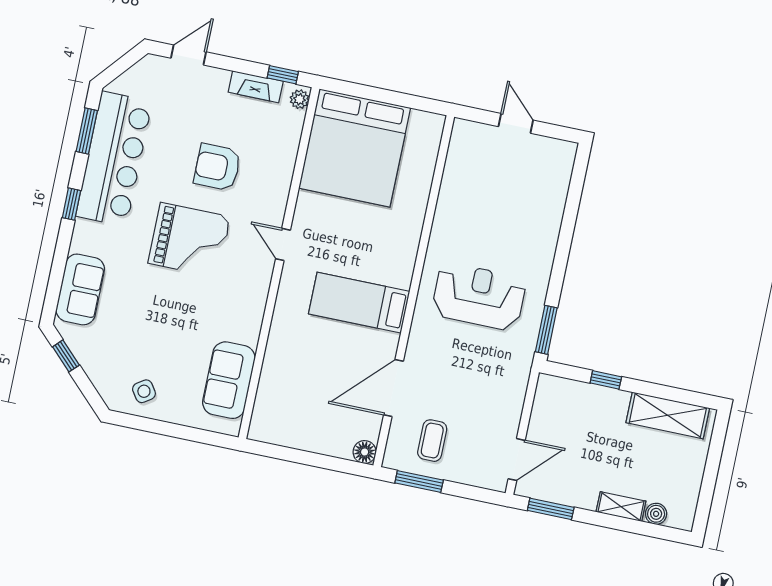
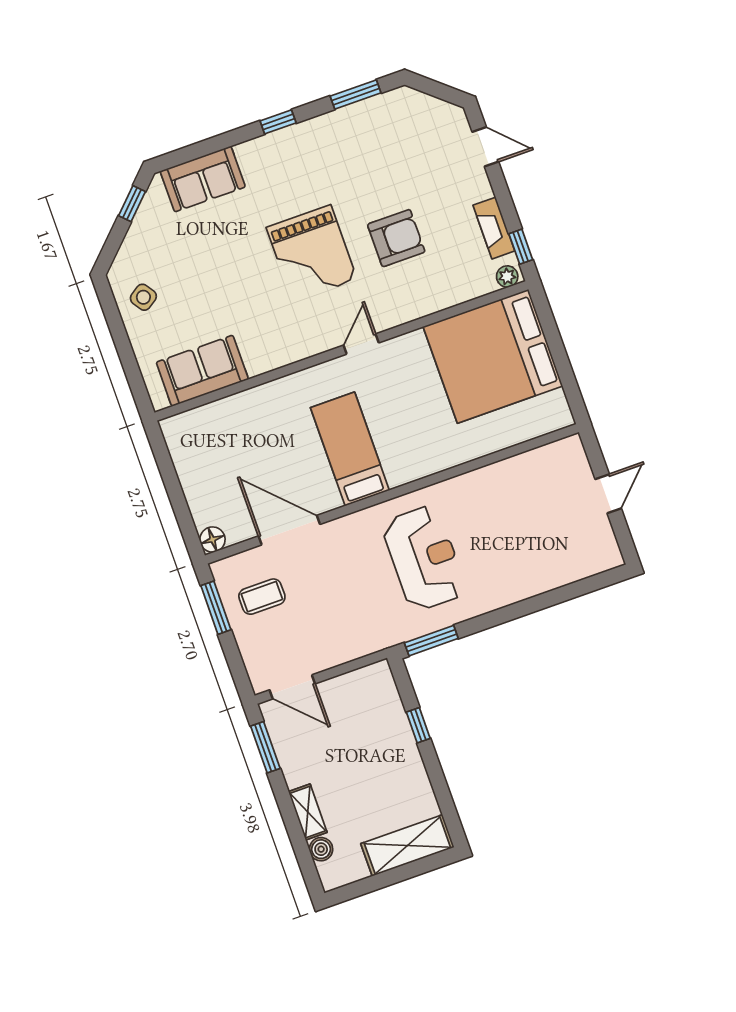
bar counter: (114, 159) -> (345, 136), removed
armchair: (217, 167) -> (396, 238), turned 90
shelving: (668, 415) -> (407, 845), moved, turned 90

